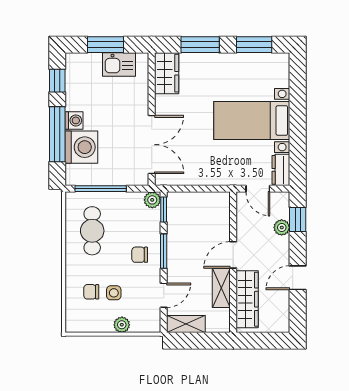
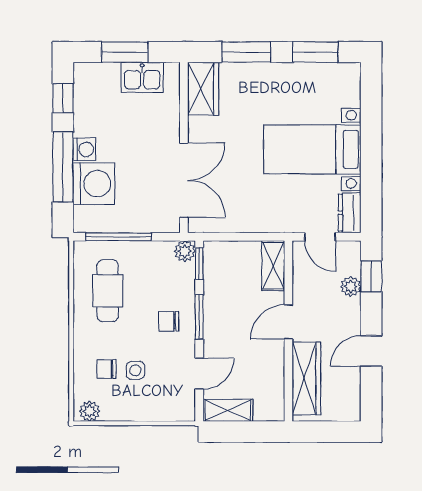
shelving: (221, 288) -> (273, 266), moved
plant: (122, 325) -> (90, 411), moved

